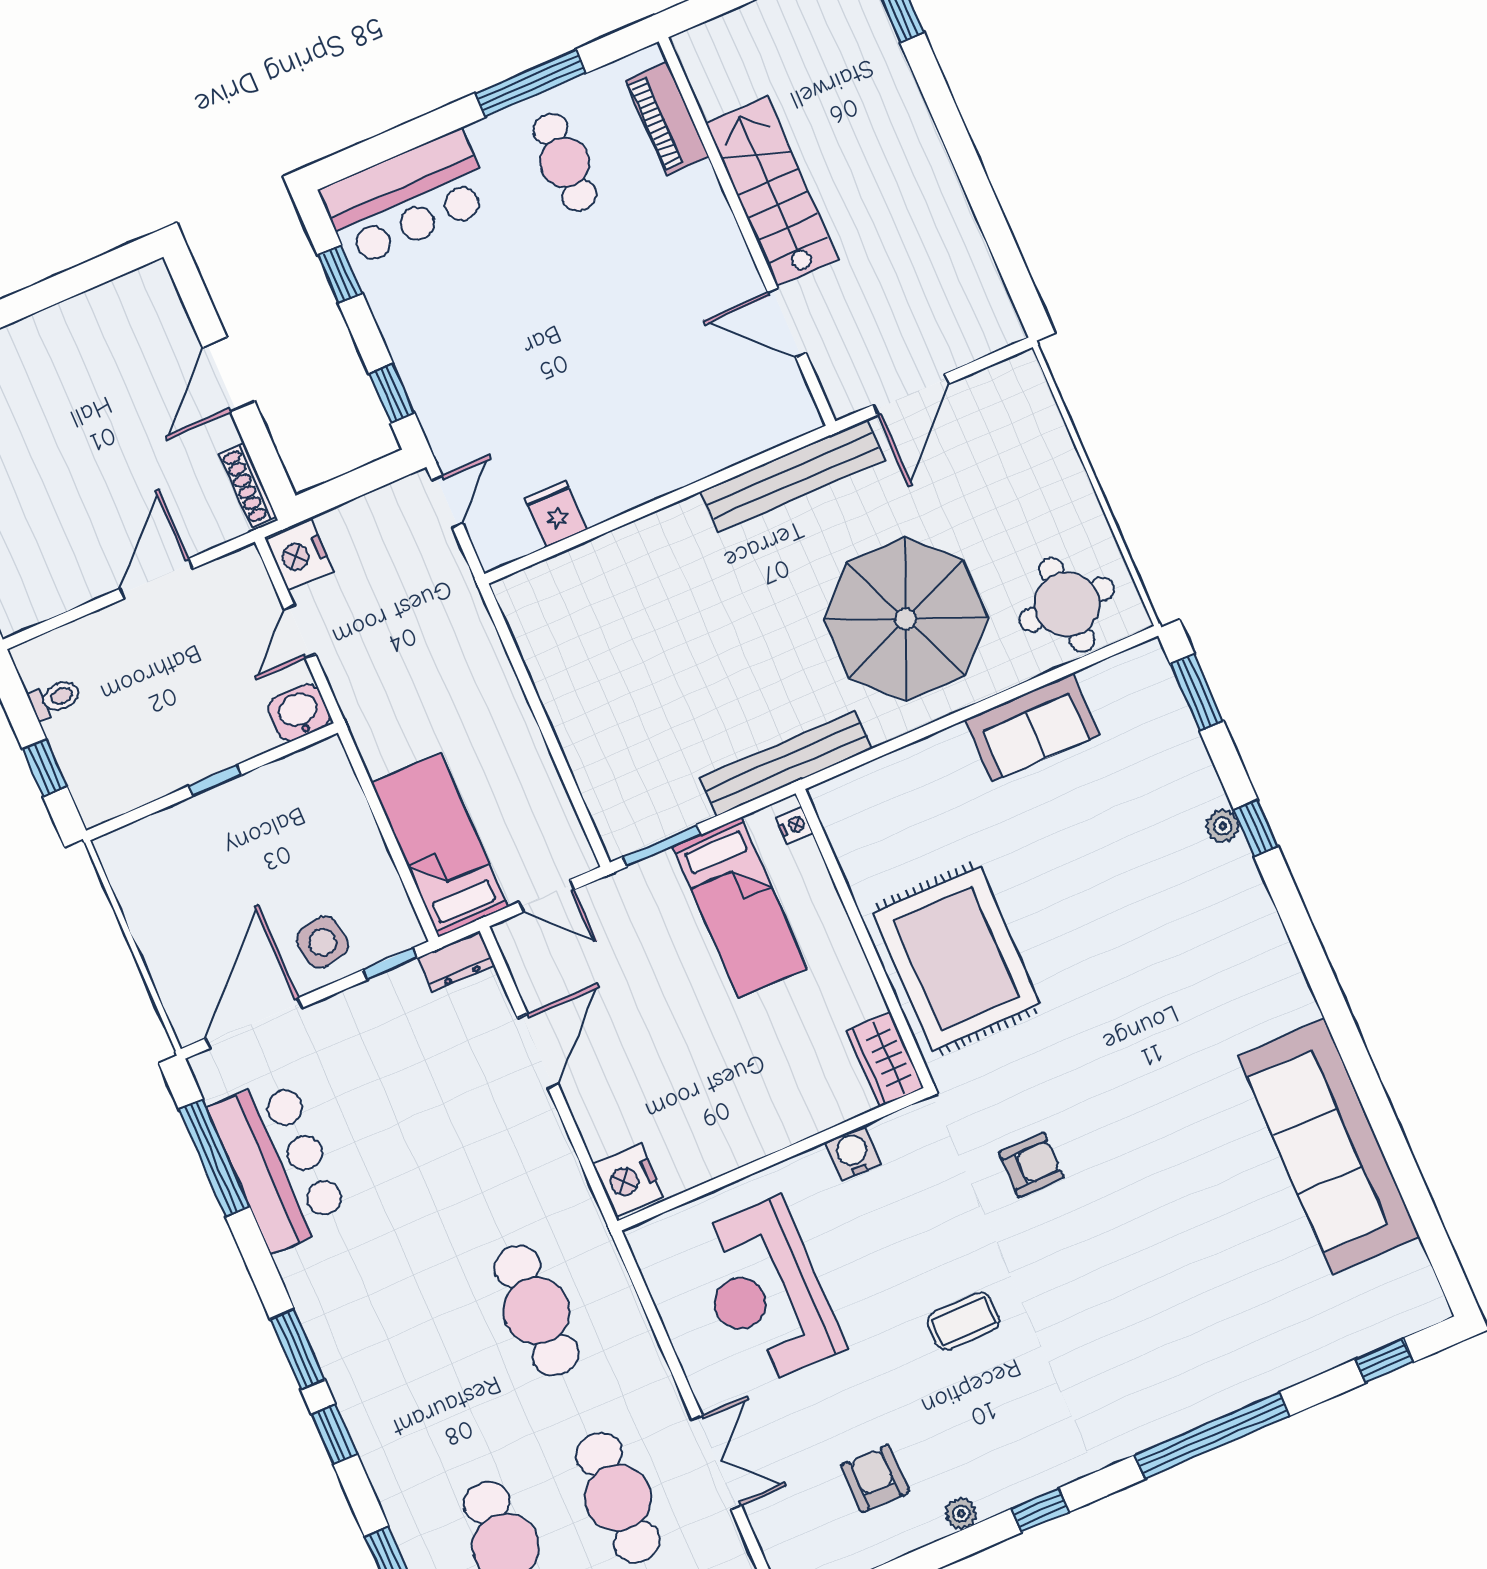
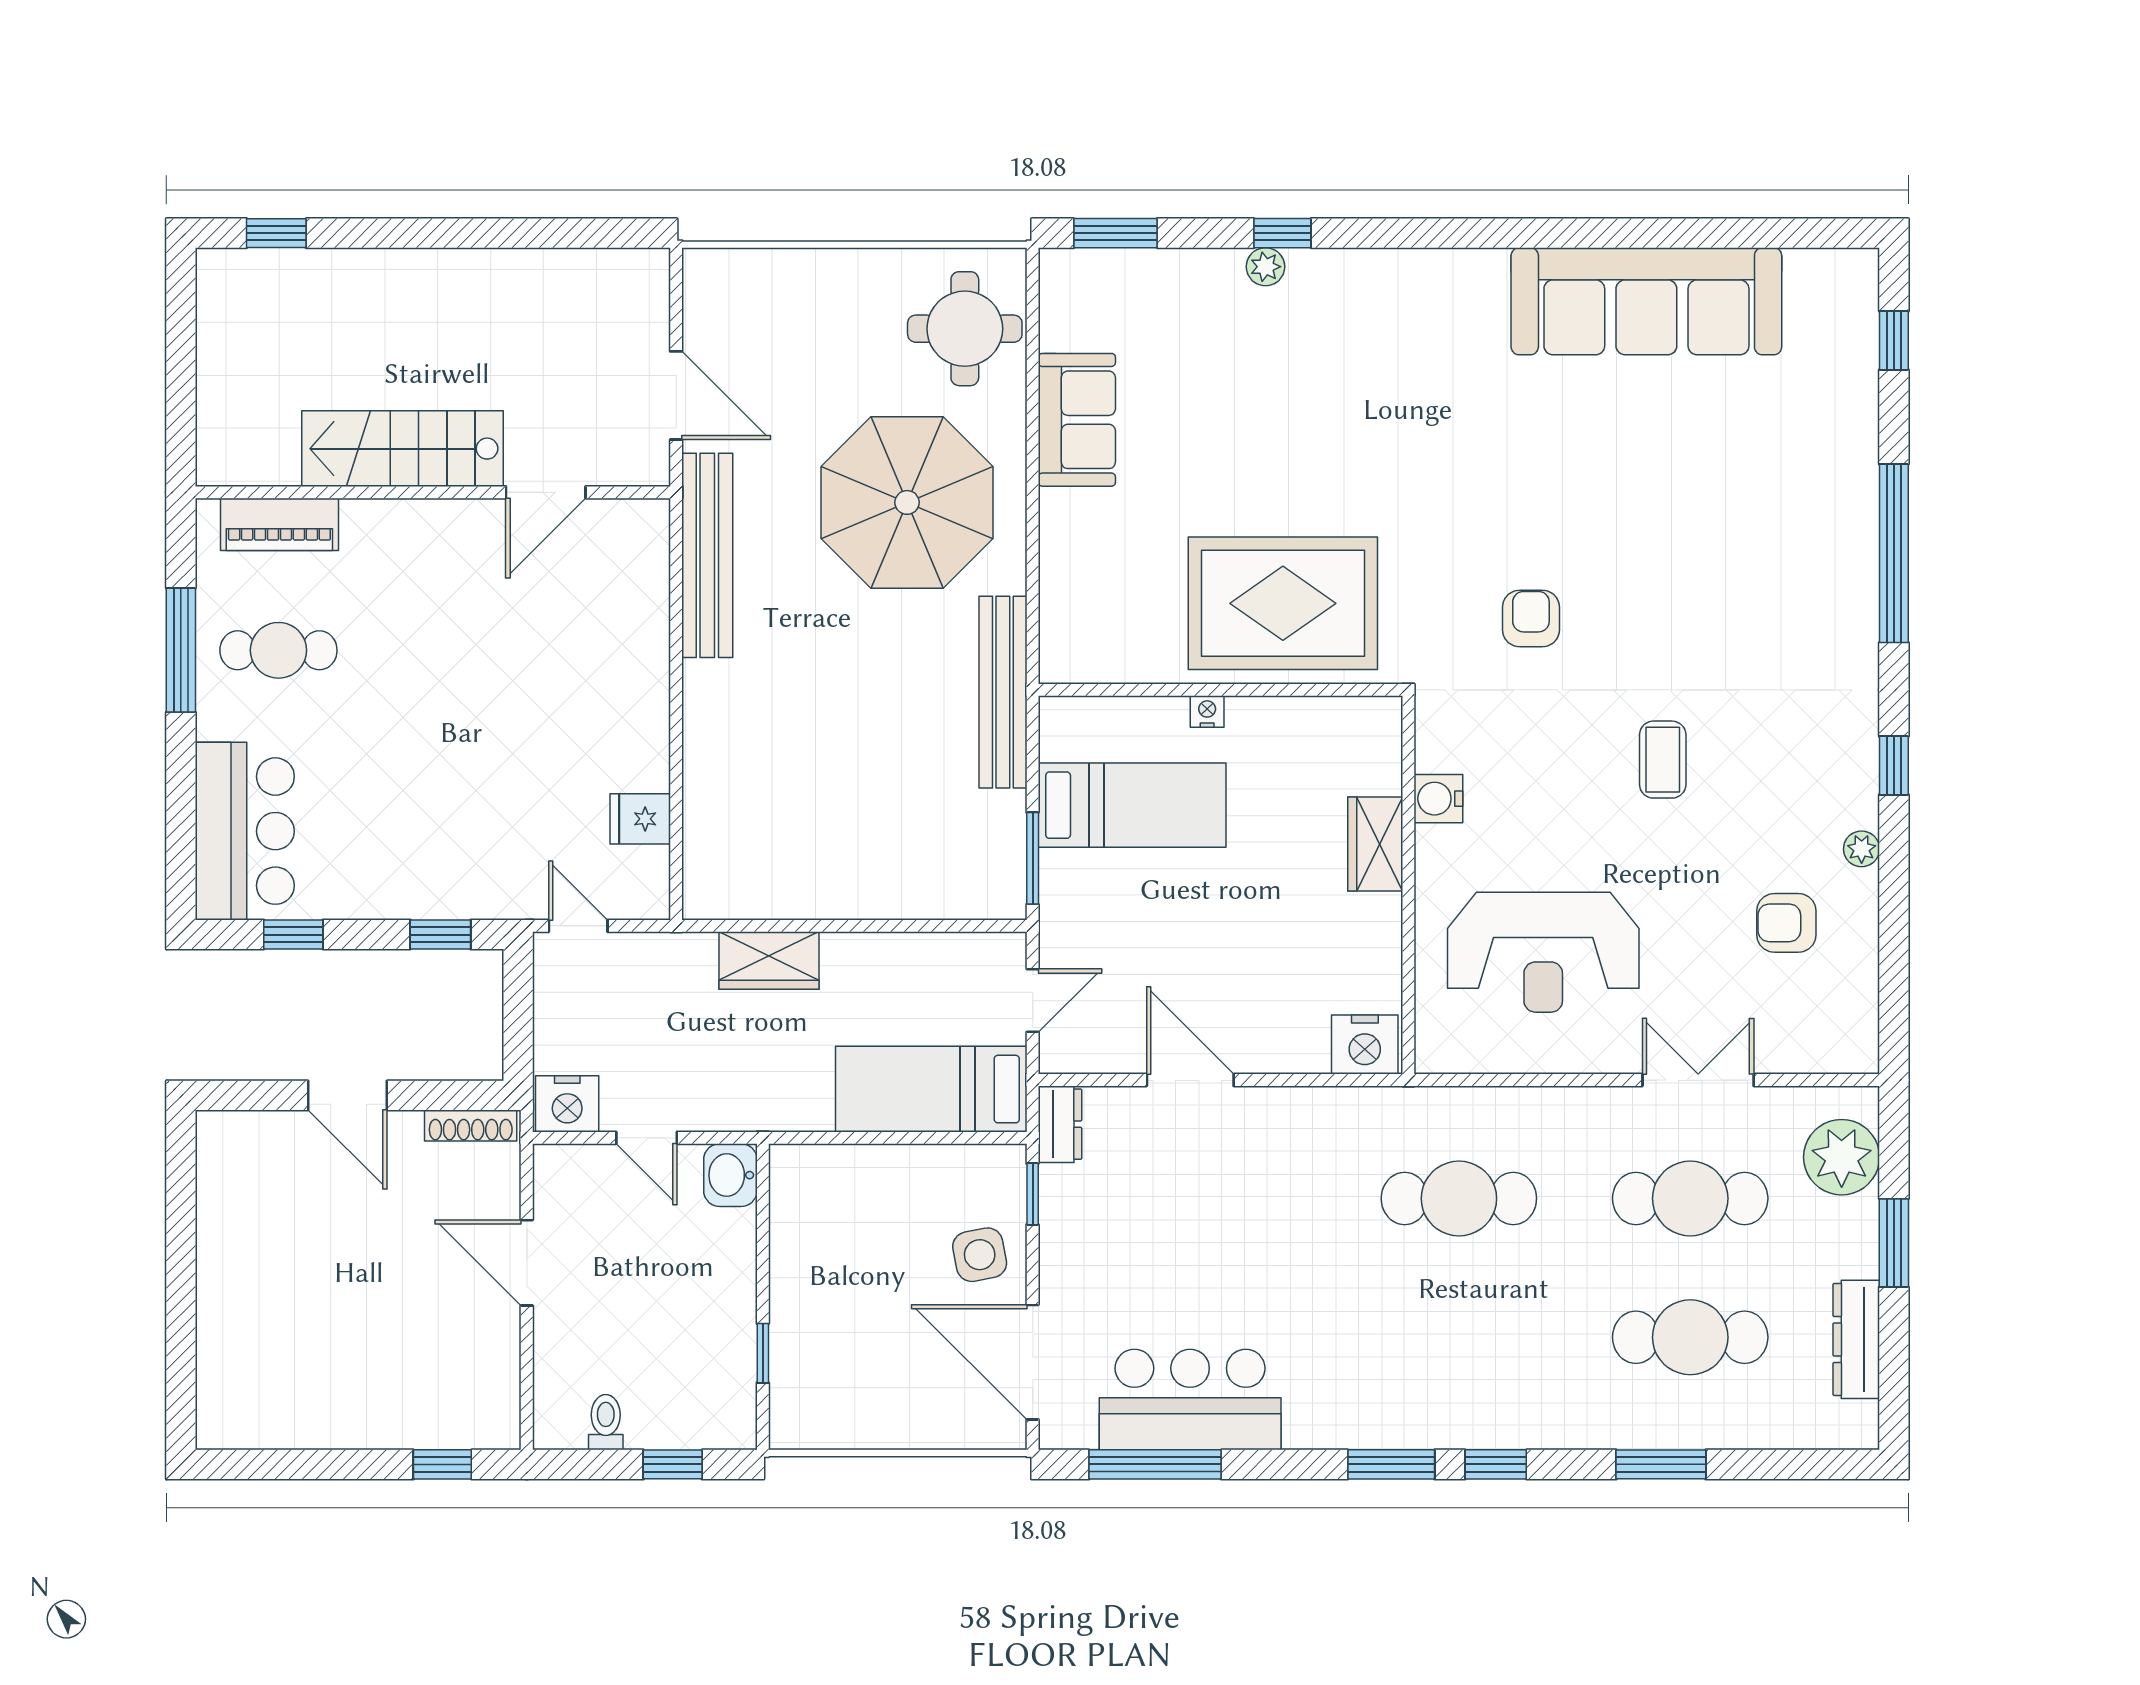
wardrobe: (486, 668) -> (769, 961), added
window: (215, 780) -> (763, 1353), moved
nightstand: (794, 825) -> (1207, 711), moved
wardrobe: (885, 1059) -> (1375, 844), moved, turned 90

